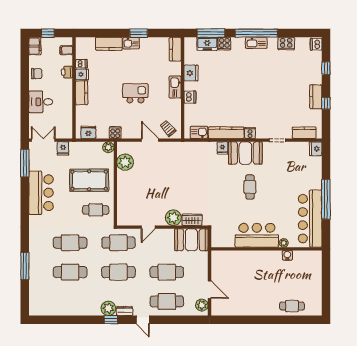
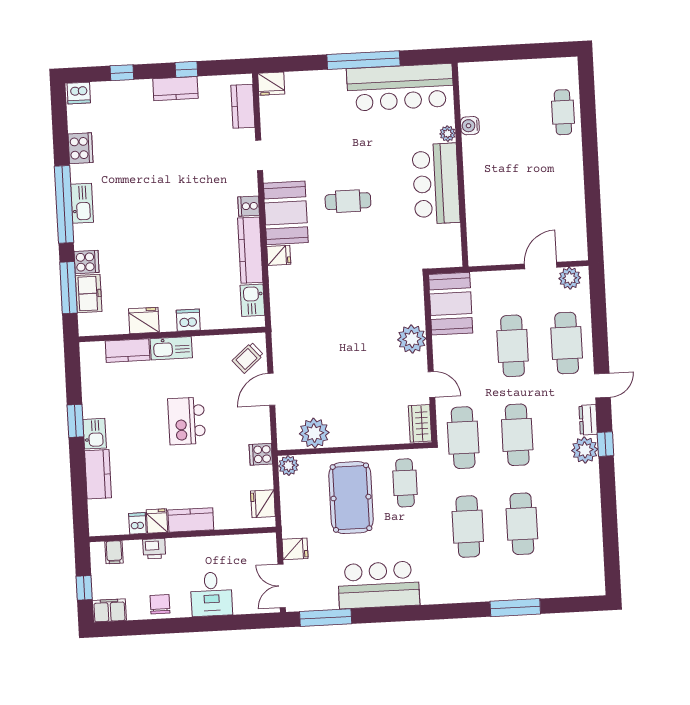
kitchen counter: (175, 49) -> (128, 351), moved
wardrobe: (192, 220) -> (420, 423), moved

